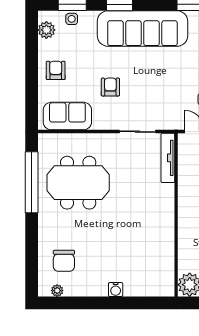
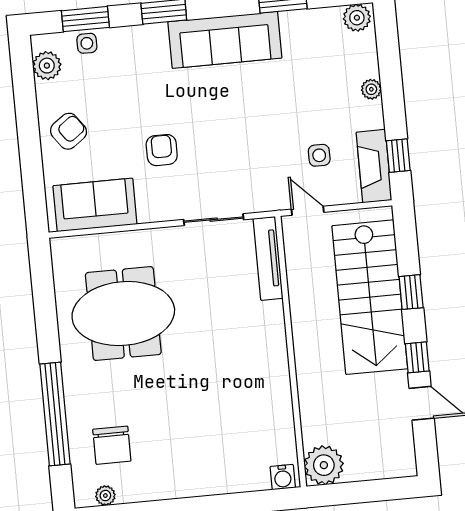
sofa: (143, 28) -> (225, 40), width x0.74, depth x0.79
armchair: (56, 70) -> (69, 131), turned 54
window: (32, 182) -> (55, 414), moved
water cooler: (116, 290) -> (283, 477), moved

